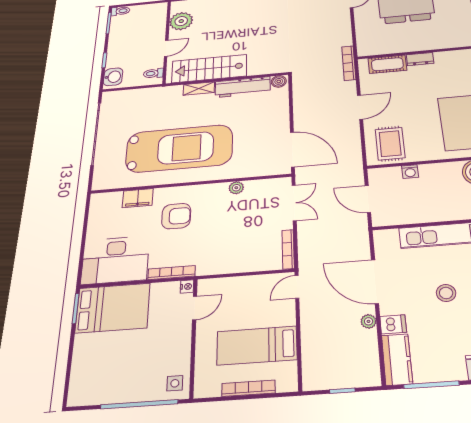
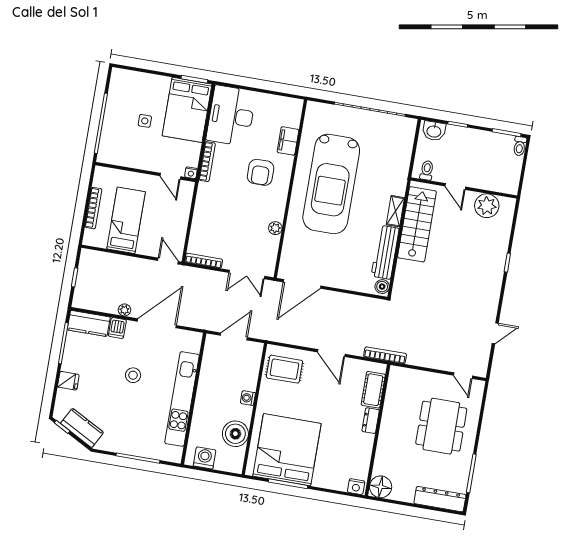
washing machine: (410, 172) -> (248, 398), moved
side table: (175, 383) -> (145, 121), moved

